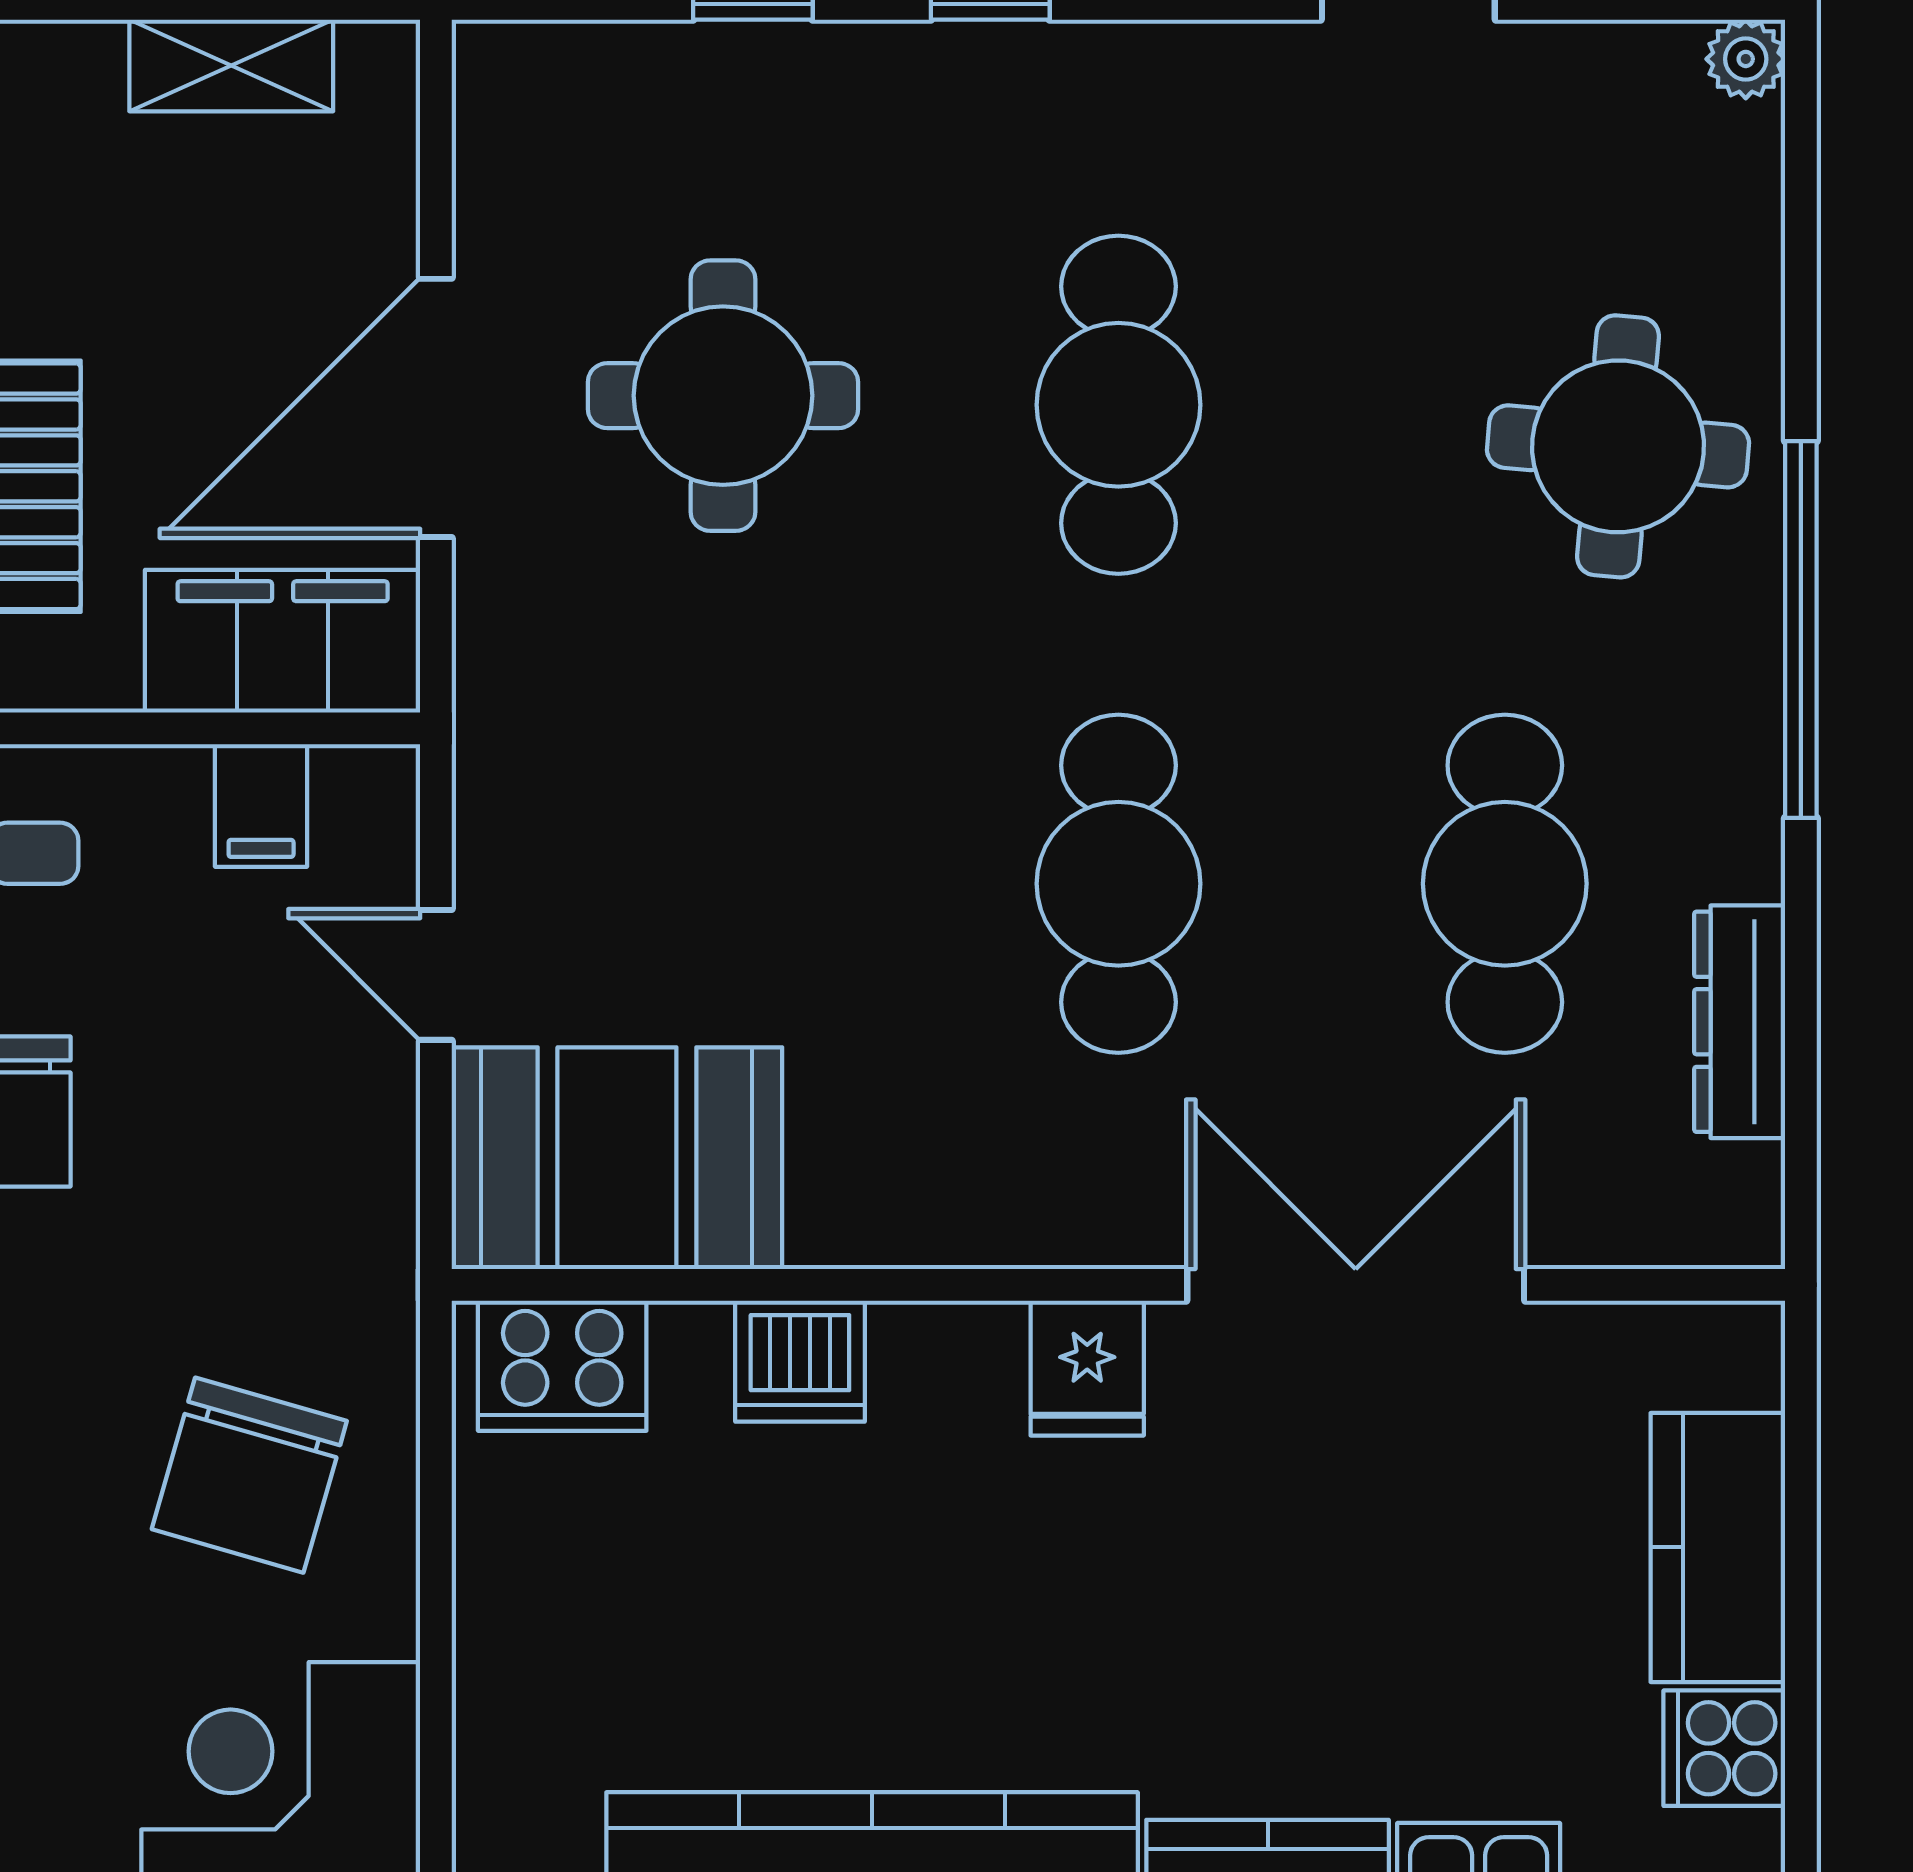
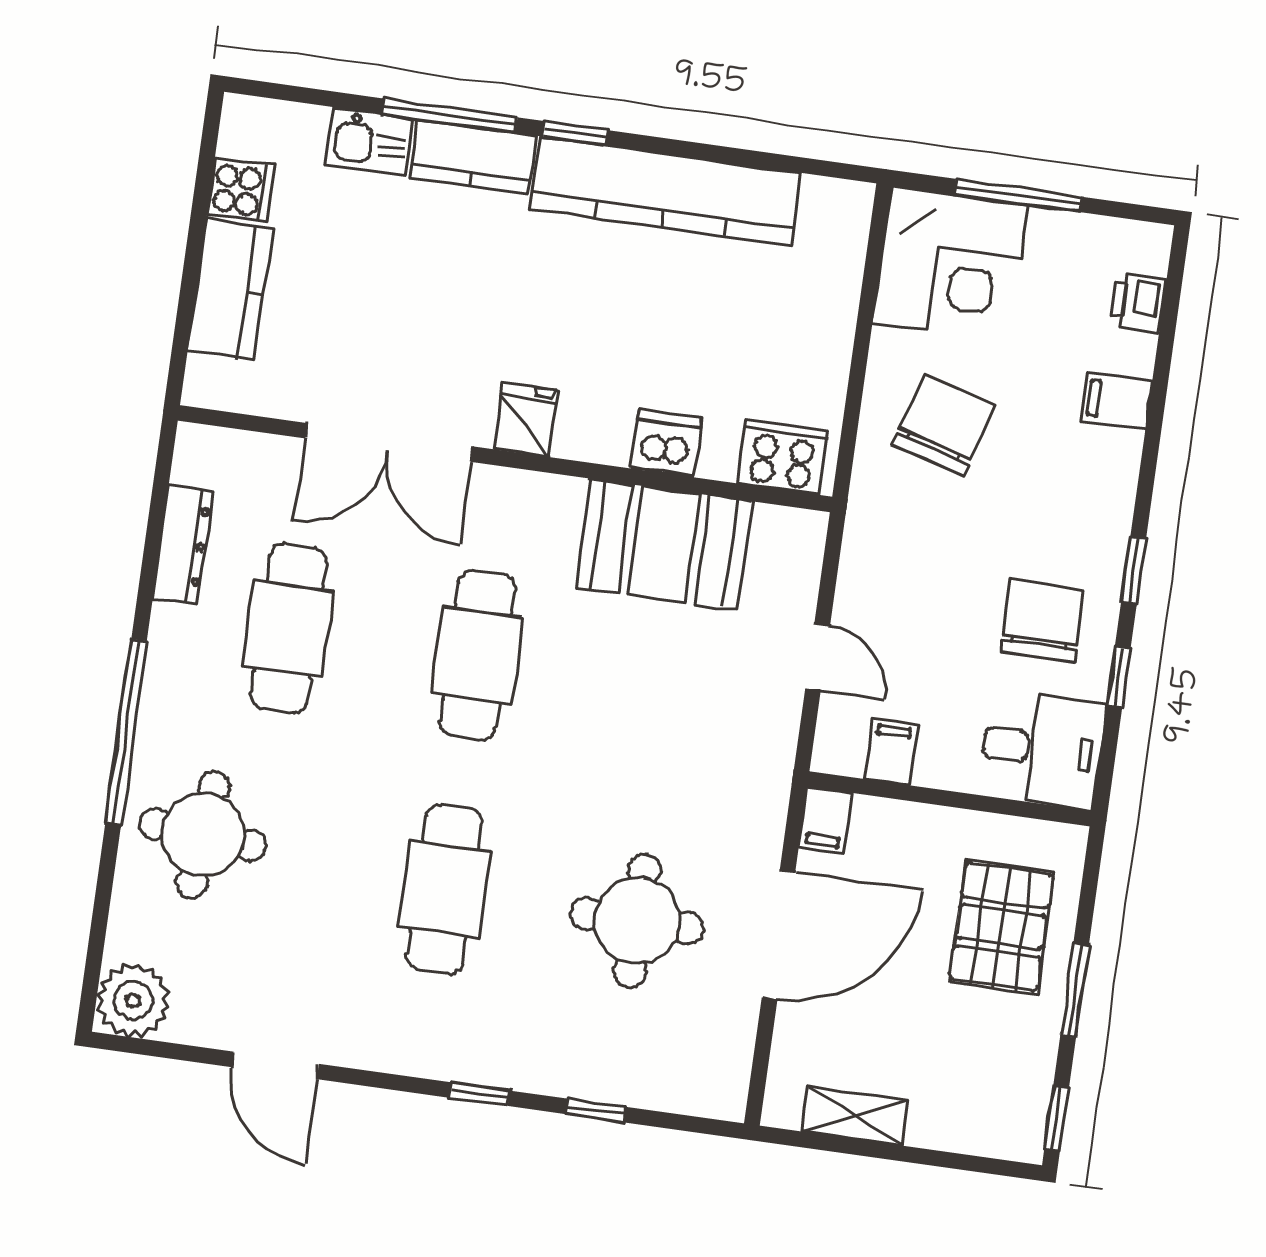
plant: (1746, 59) -> (133, 1001), width x1.87, depth x1.87
filing cabinet: (283, 641) -> (825, 820), width x0.33, depth x0.86
booth: (617, 1158) -> (664, 544), moved

